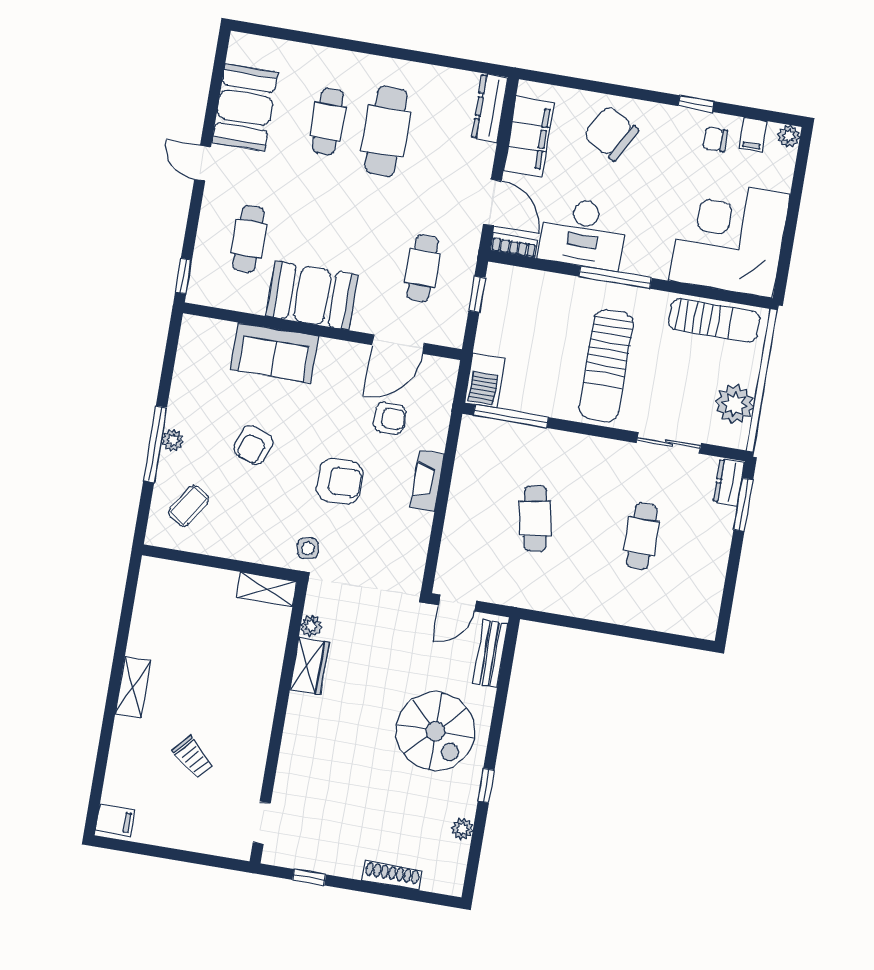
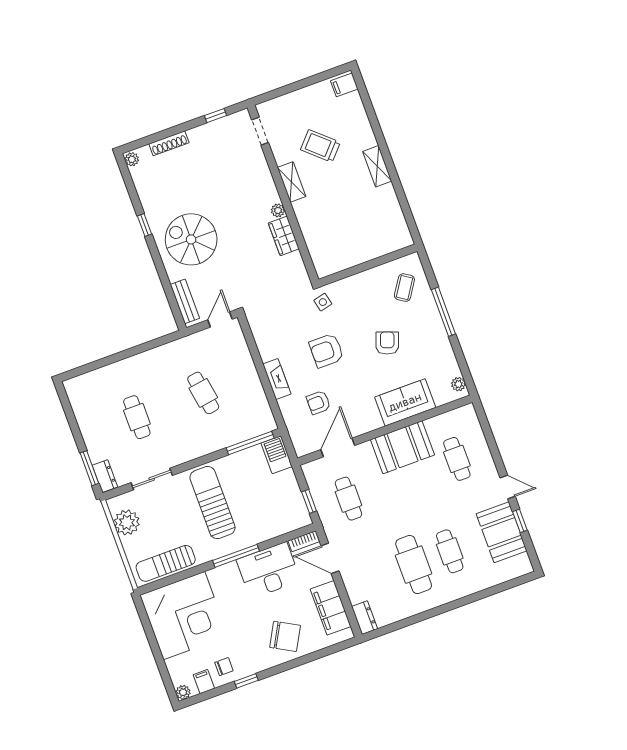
dresser: (490, 108) -> (365, 618), width x0.70
window: (184, 276) -> (520, 521), moved
plant: (172, 440) -> (458, 384), moved
shelving: (267, 589) -> (292, 182), moved, turned 90
plant: (311, 626) -> (278, 210), moved
trolley: (193, 757) -> (320, 146), width x1.36, depth x1.39
plant: (462, 829) -> (132, 159), moved

